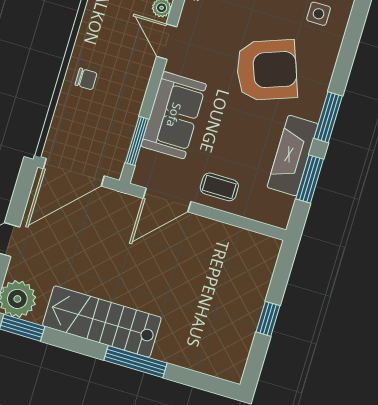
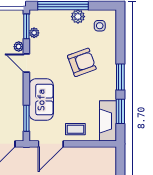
armchair: (267, 70) -> (82, 62), width x0.73, depth x0.73
fireplace: (293, 156) -> (108, 121), moved

